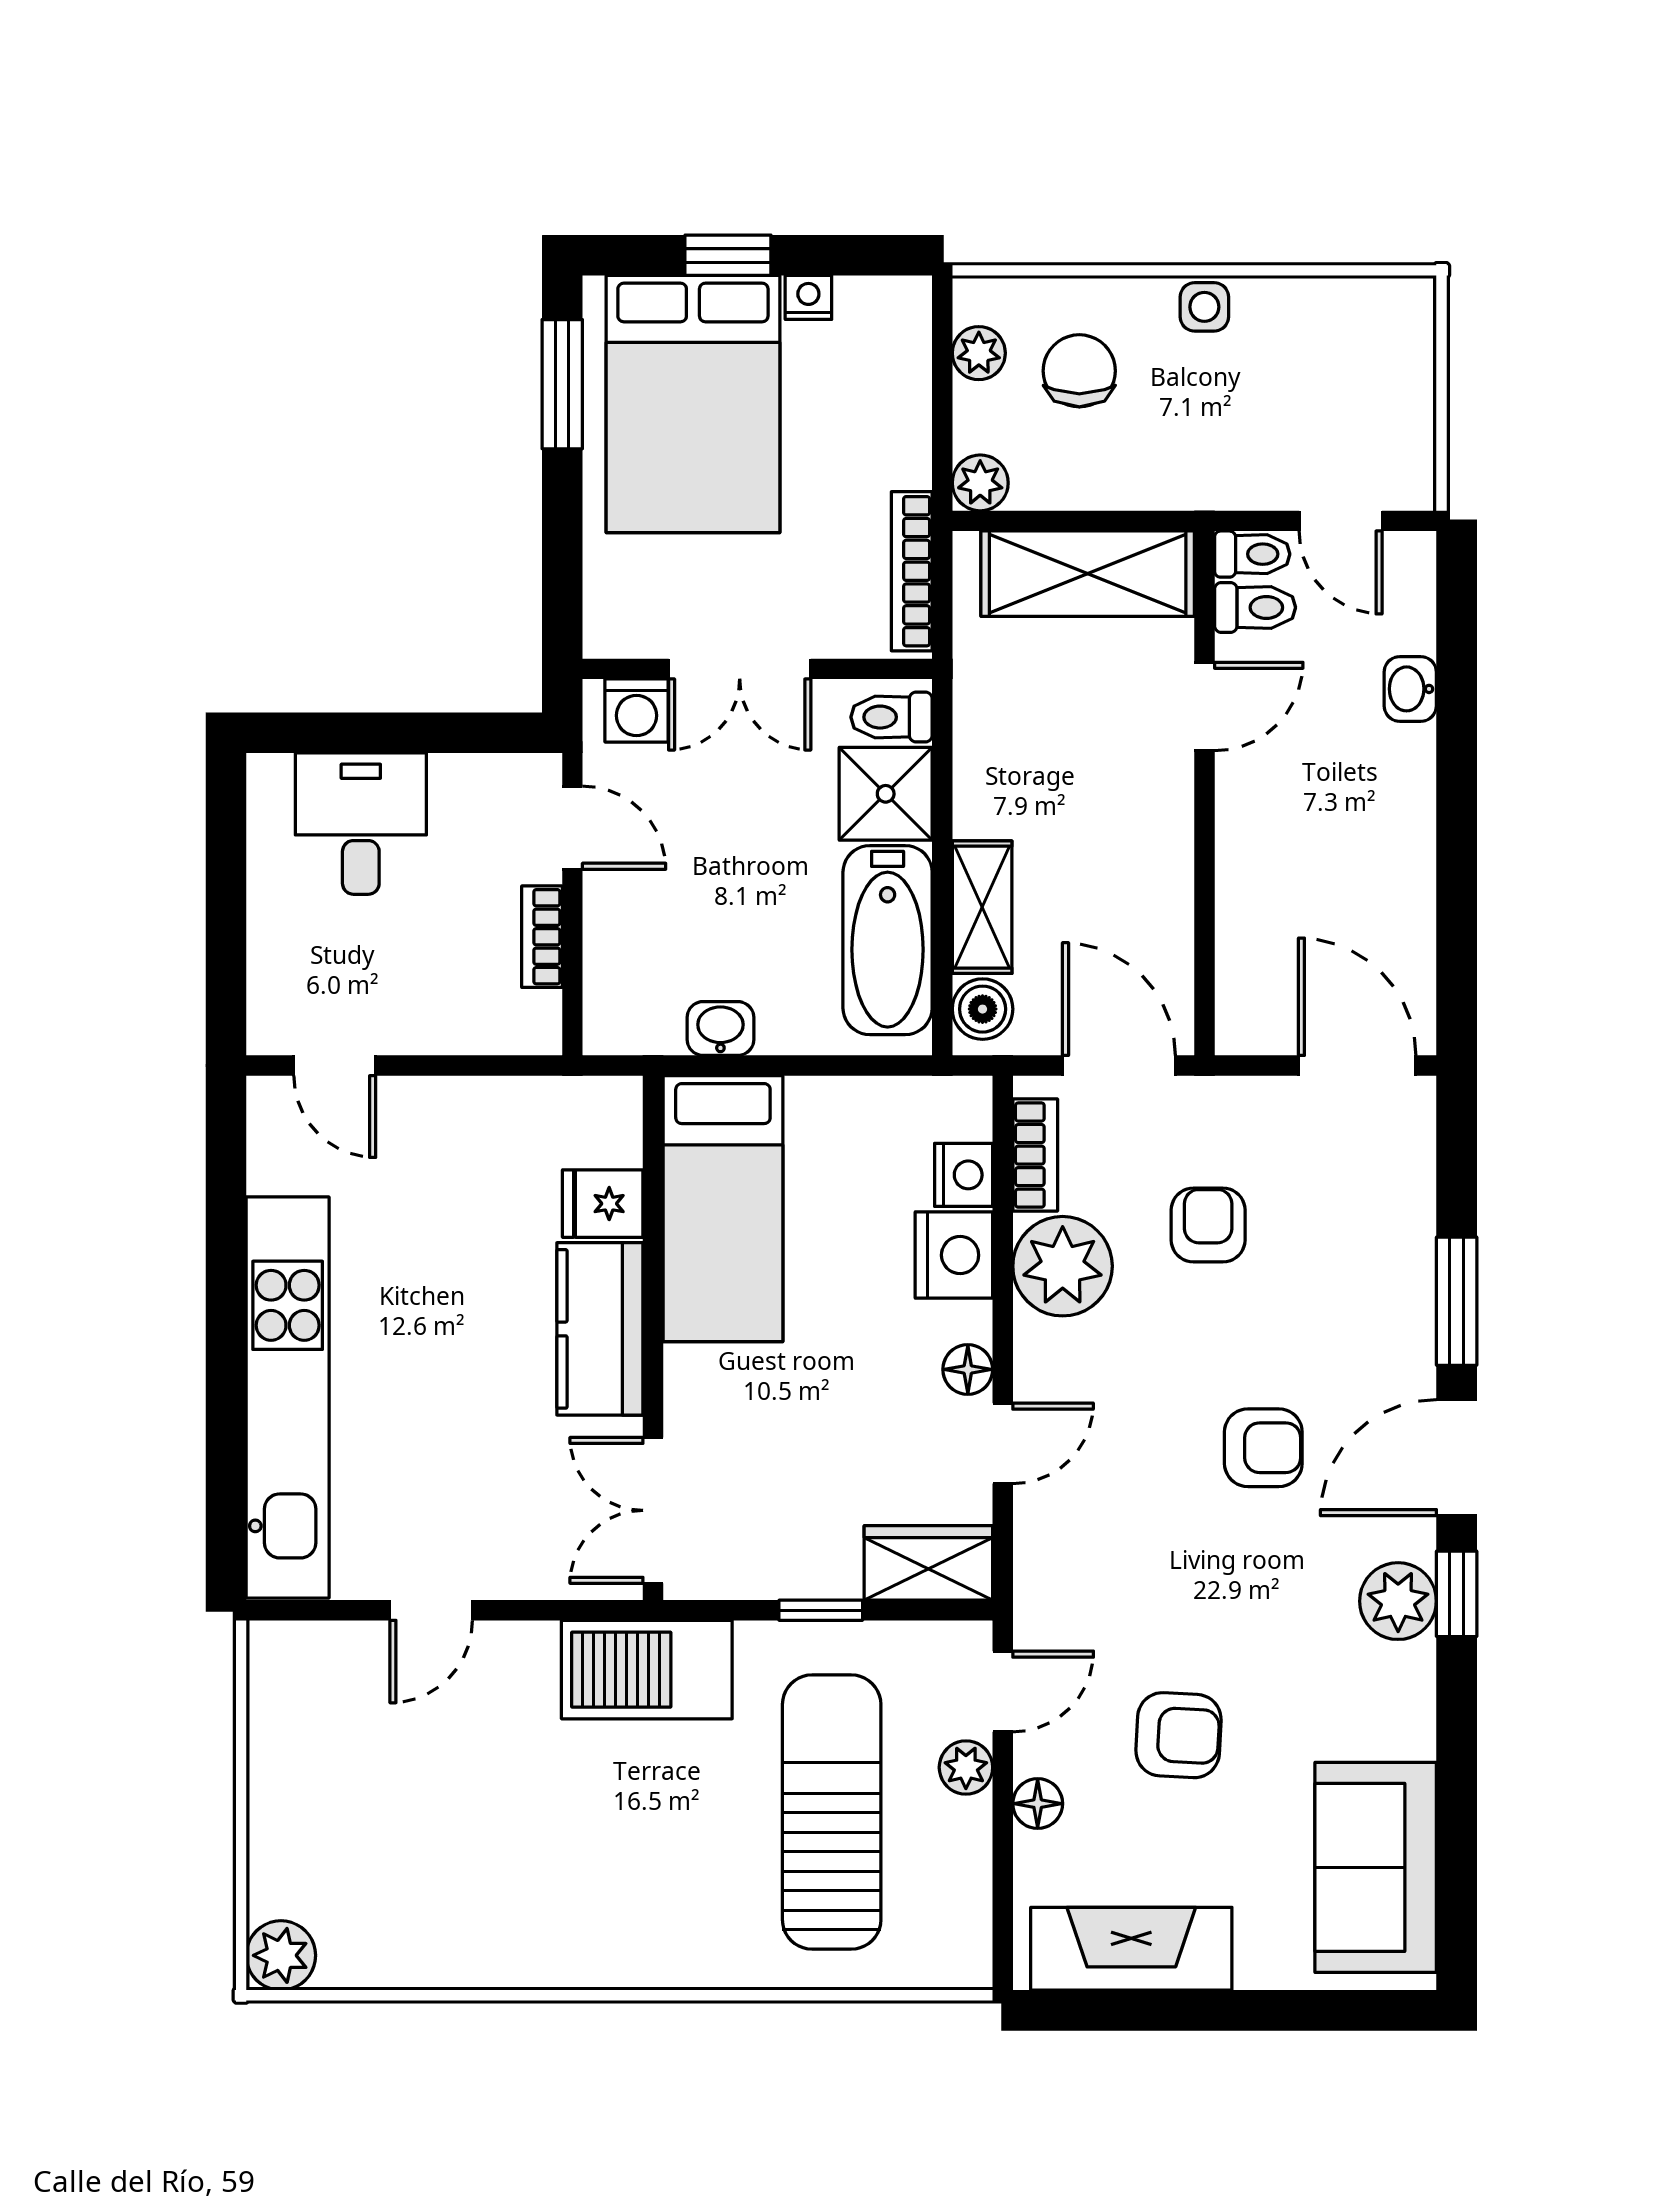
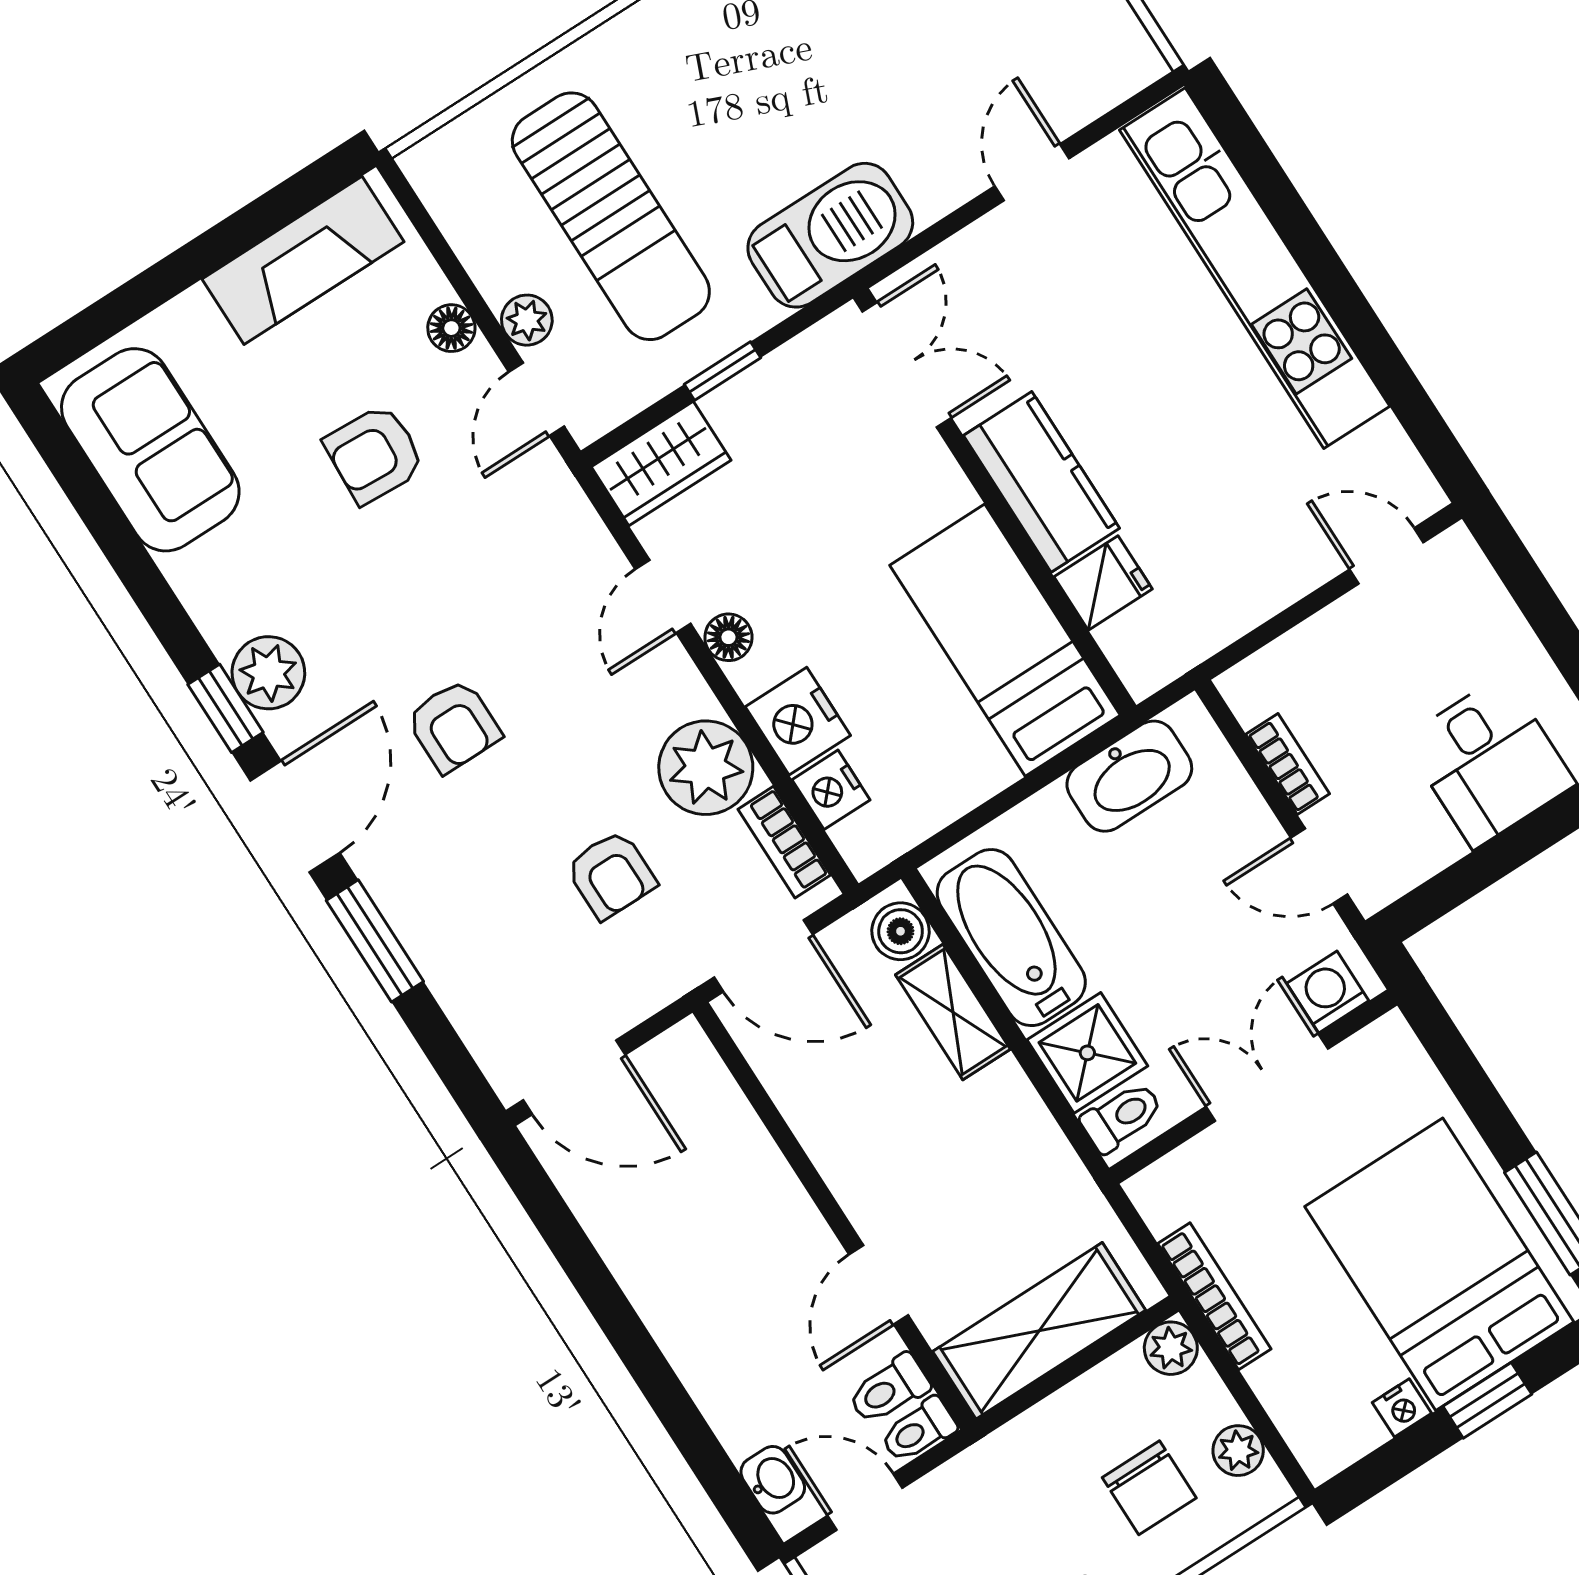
bookcase: (912, 571) -> (1214, 1296), moved
washbasin: (1410, 689) -> (773, 1480), moved
washbasin: (720, 1029) -> (1129, 776), width x1.91, depth x1.45
armchair: (1263, 1448) -> (454, 726), turned -90

